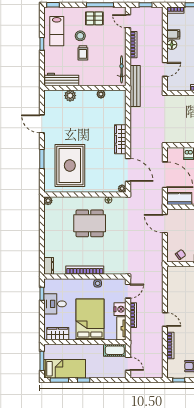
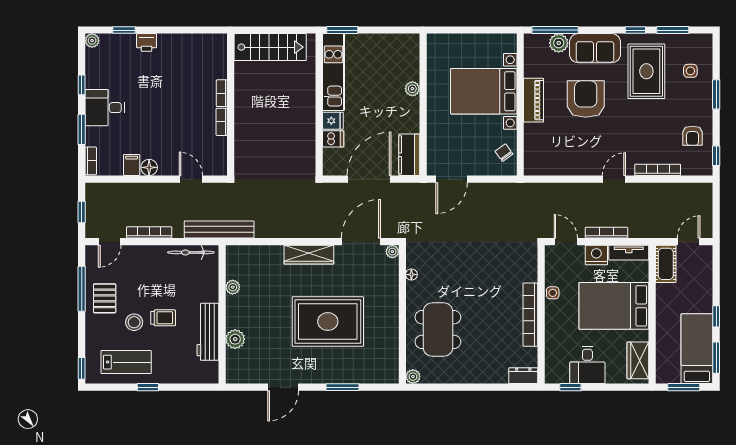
workbench: (62, 79) -> (208, 332), moved
rug: (70, 165) -> (328, 322), moved
dining table: (90, 223) -> (438, 330), moved

